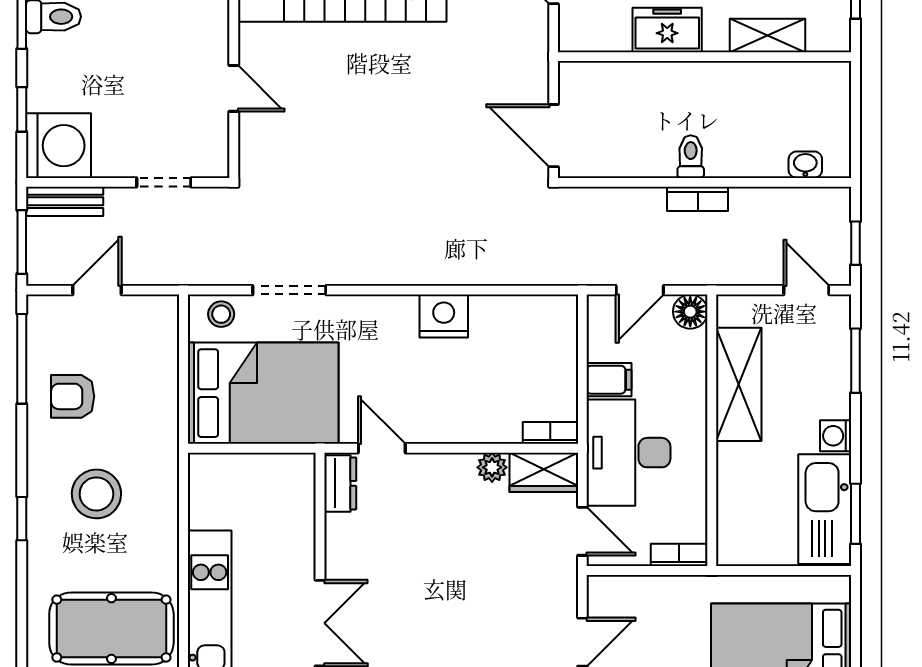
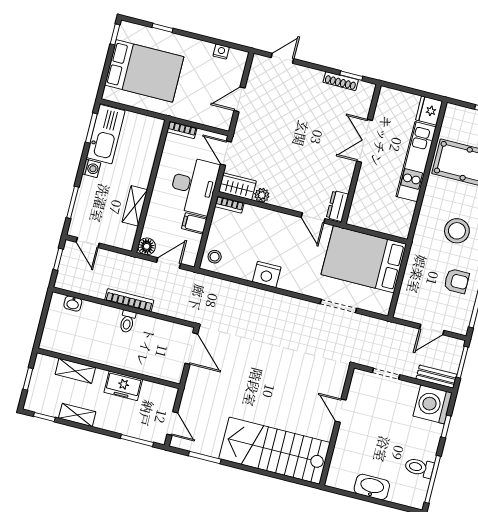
bookcase: (698, 199) -> (129, 300), width x1.56
stool: (221, 314) -> (215, 257), moved
shelving: (739, 384) -> (135, 206), width x0.67, depth x0.75

